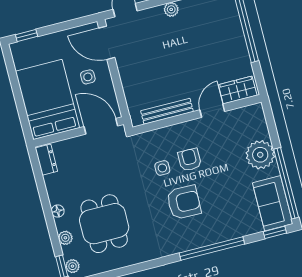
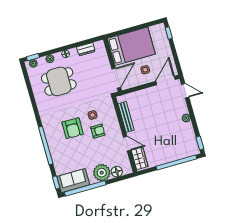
floor lamp: (259, 129) -> (117, 172), added
dresser: (46, 160) -> (86, 49), moved

